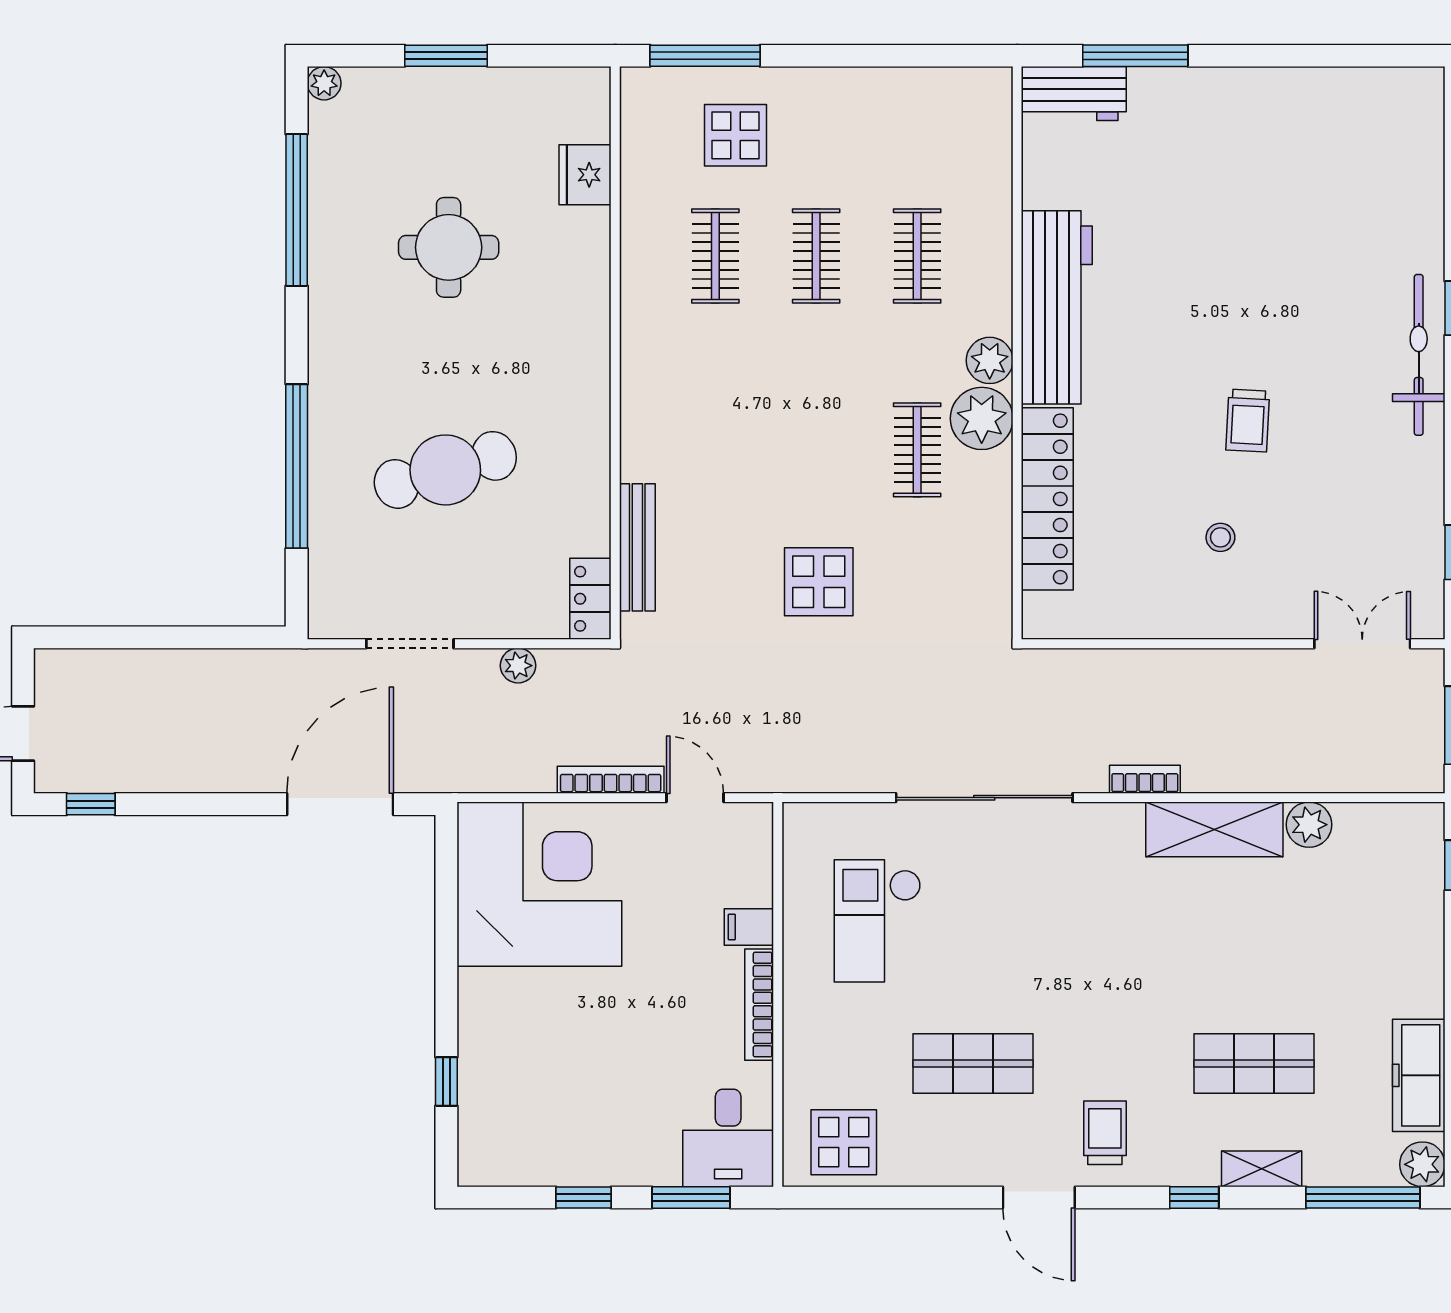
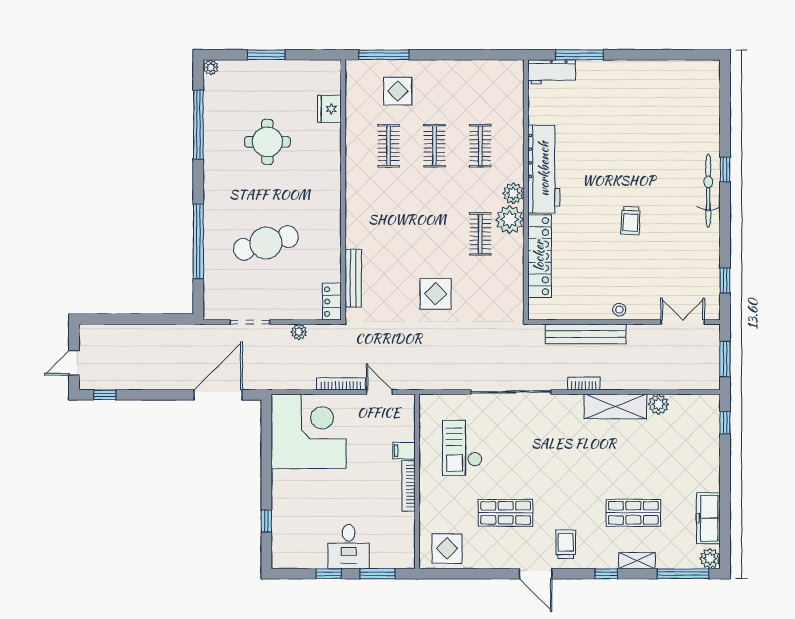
stool: (1220, 537) -> (619, 310), moved
bench: (1149, 670) -> (586, 334), added
desk: (728, 1138) -> (349, 547), moved

